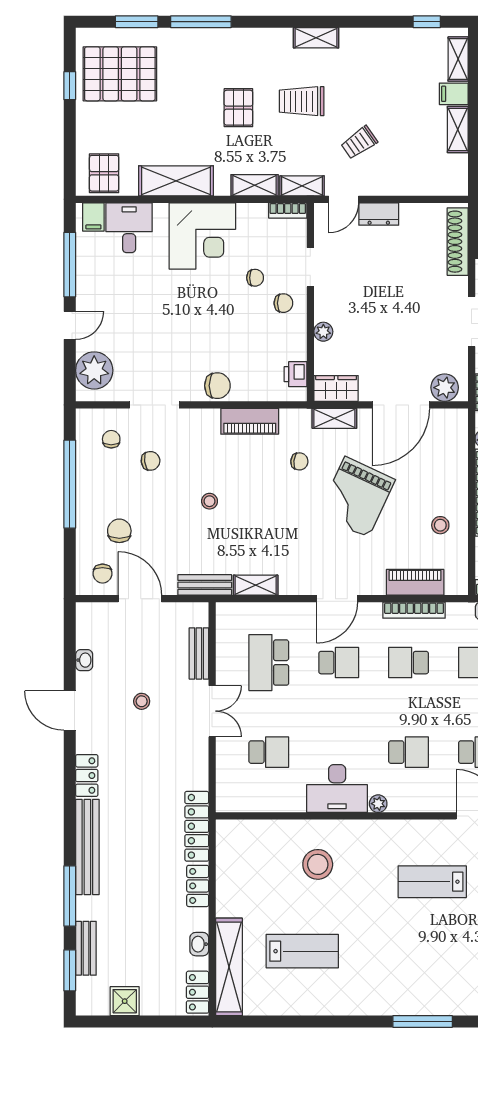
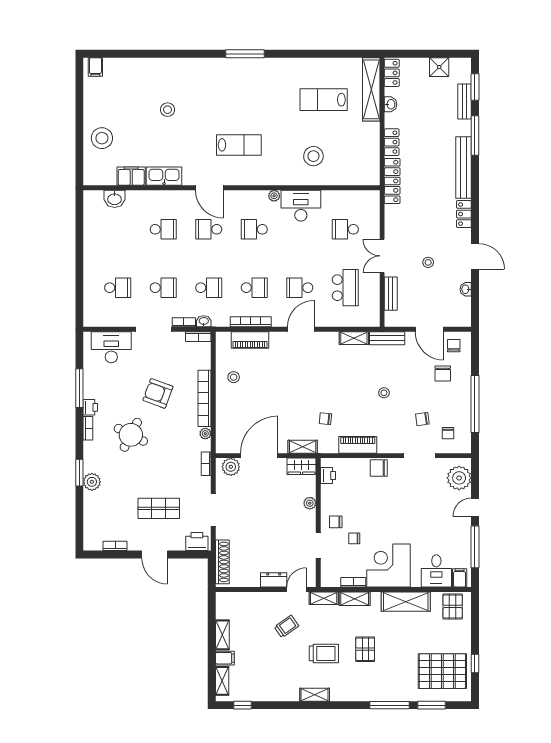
bookcase: (288, 210) -> (353, 582), moved
grand piano: (357, 497) -> (288, 395), removed

